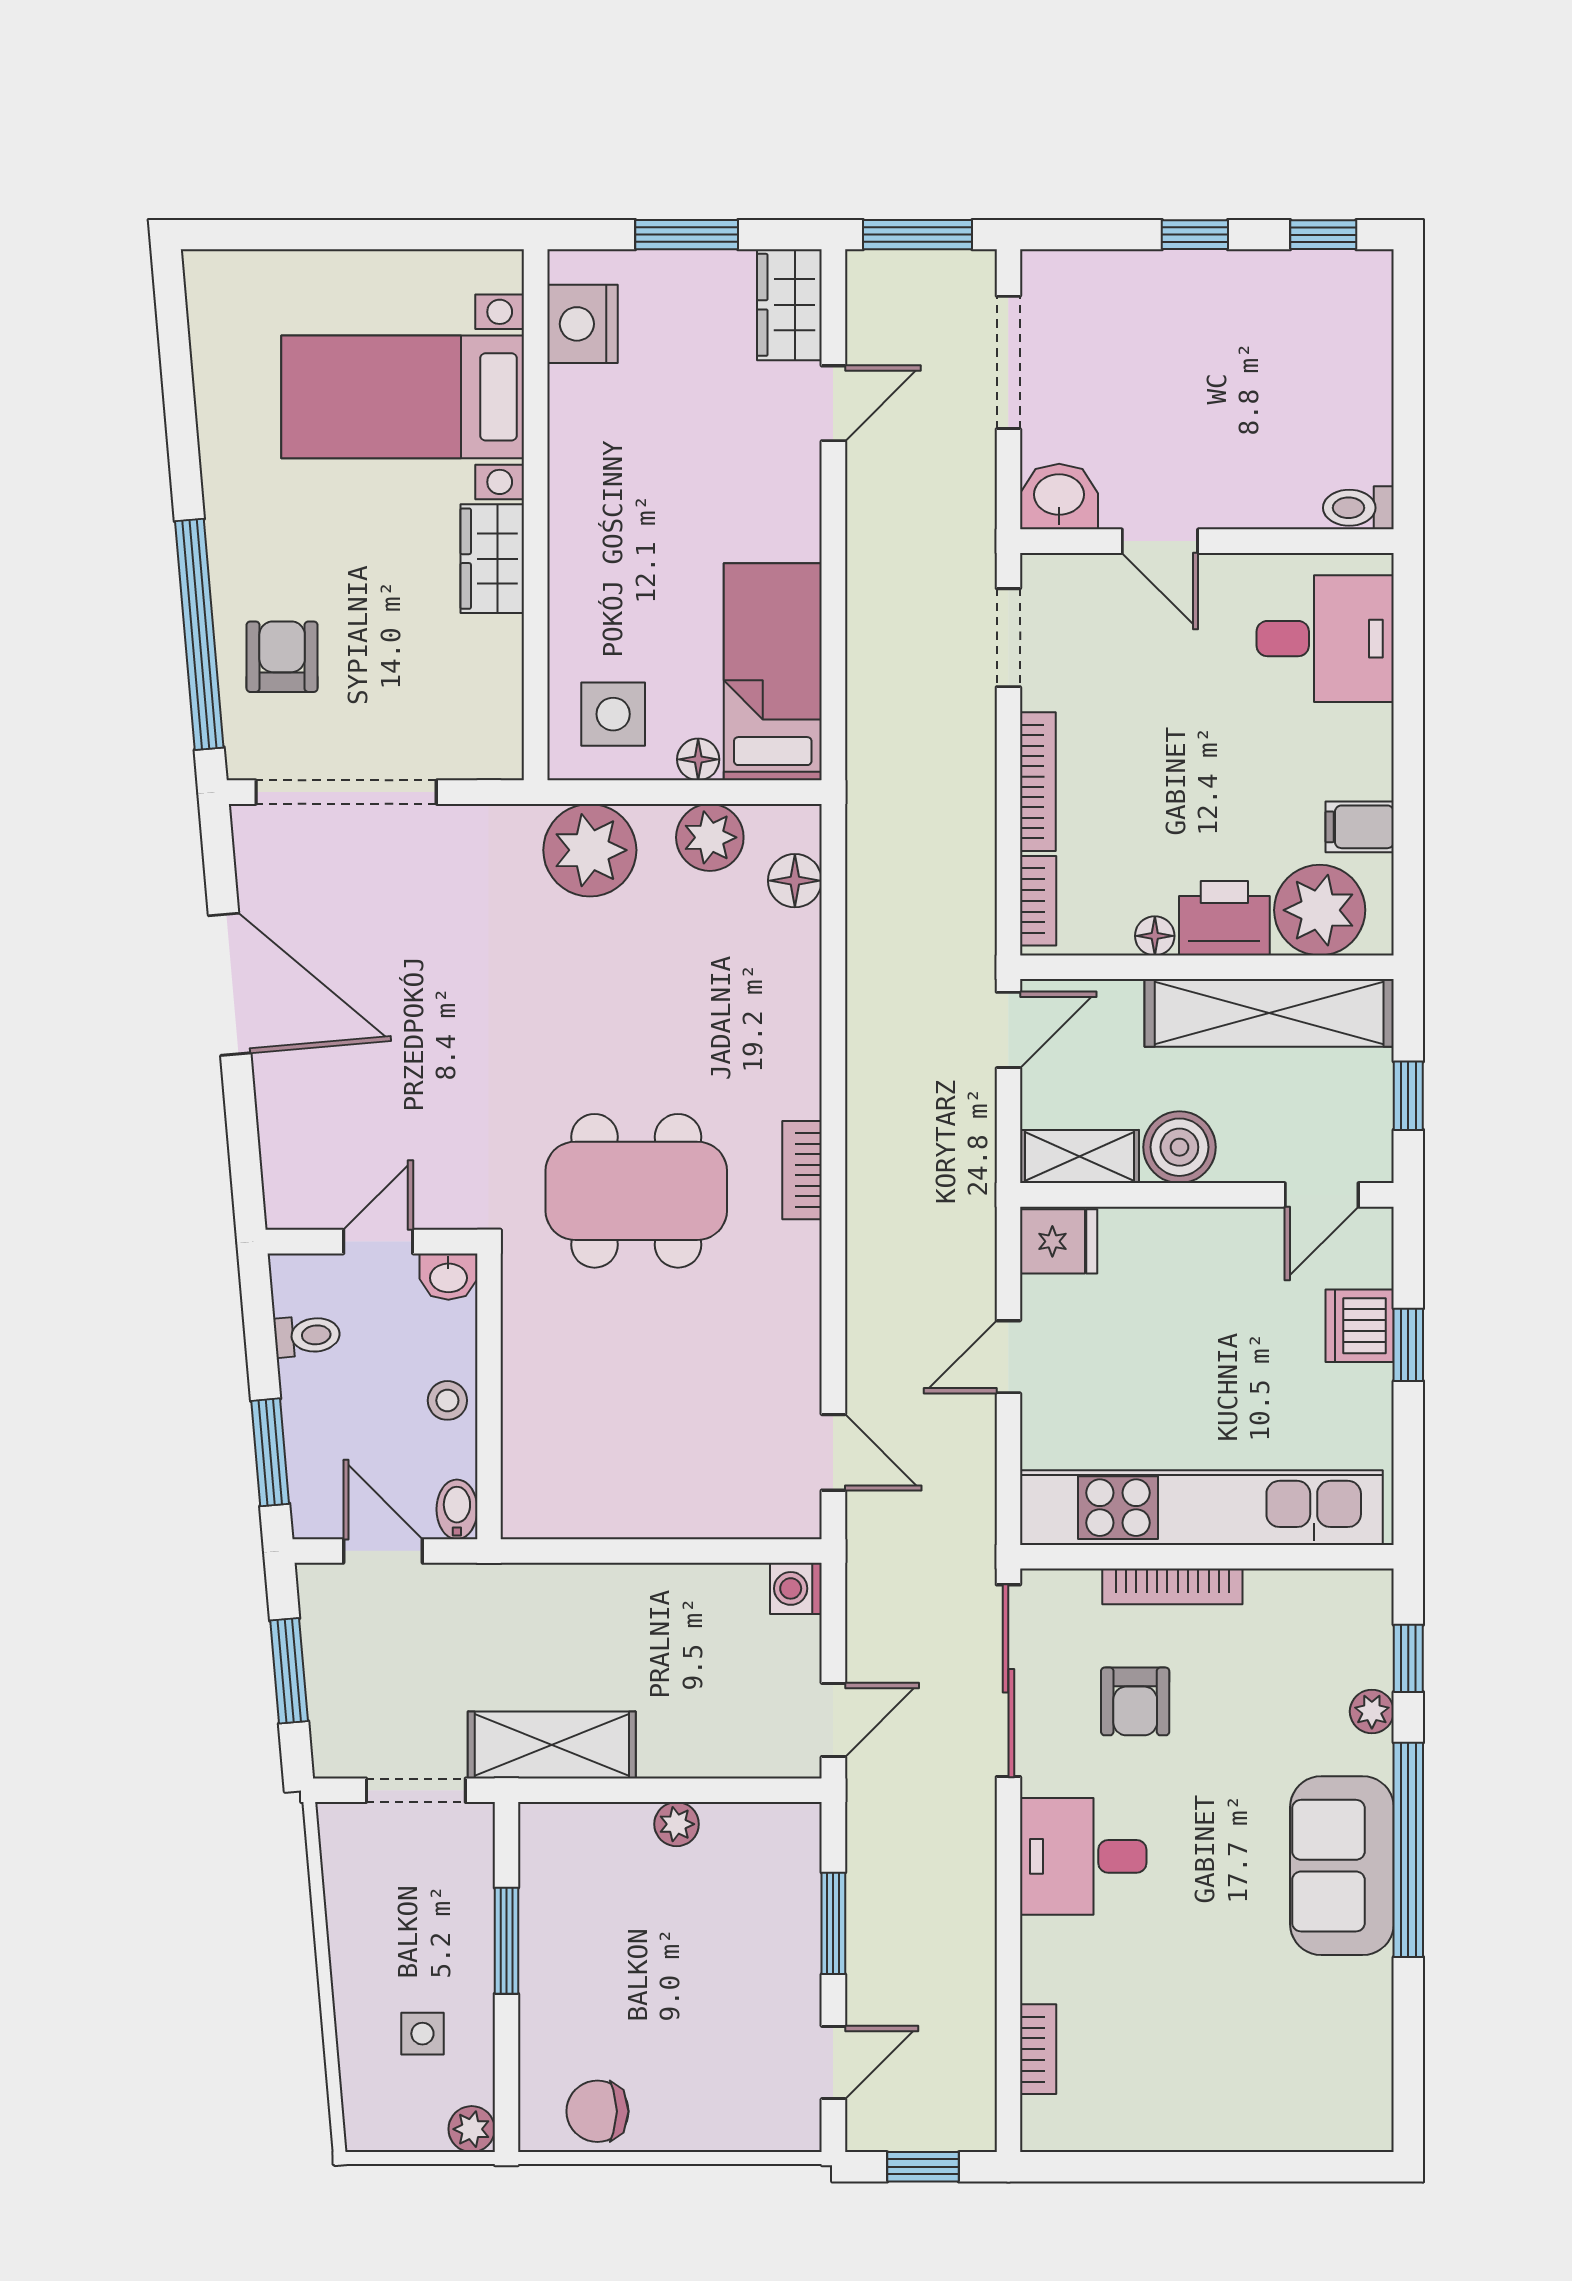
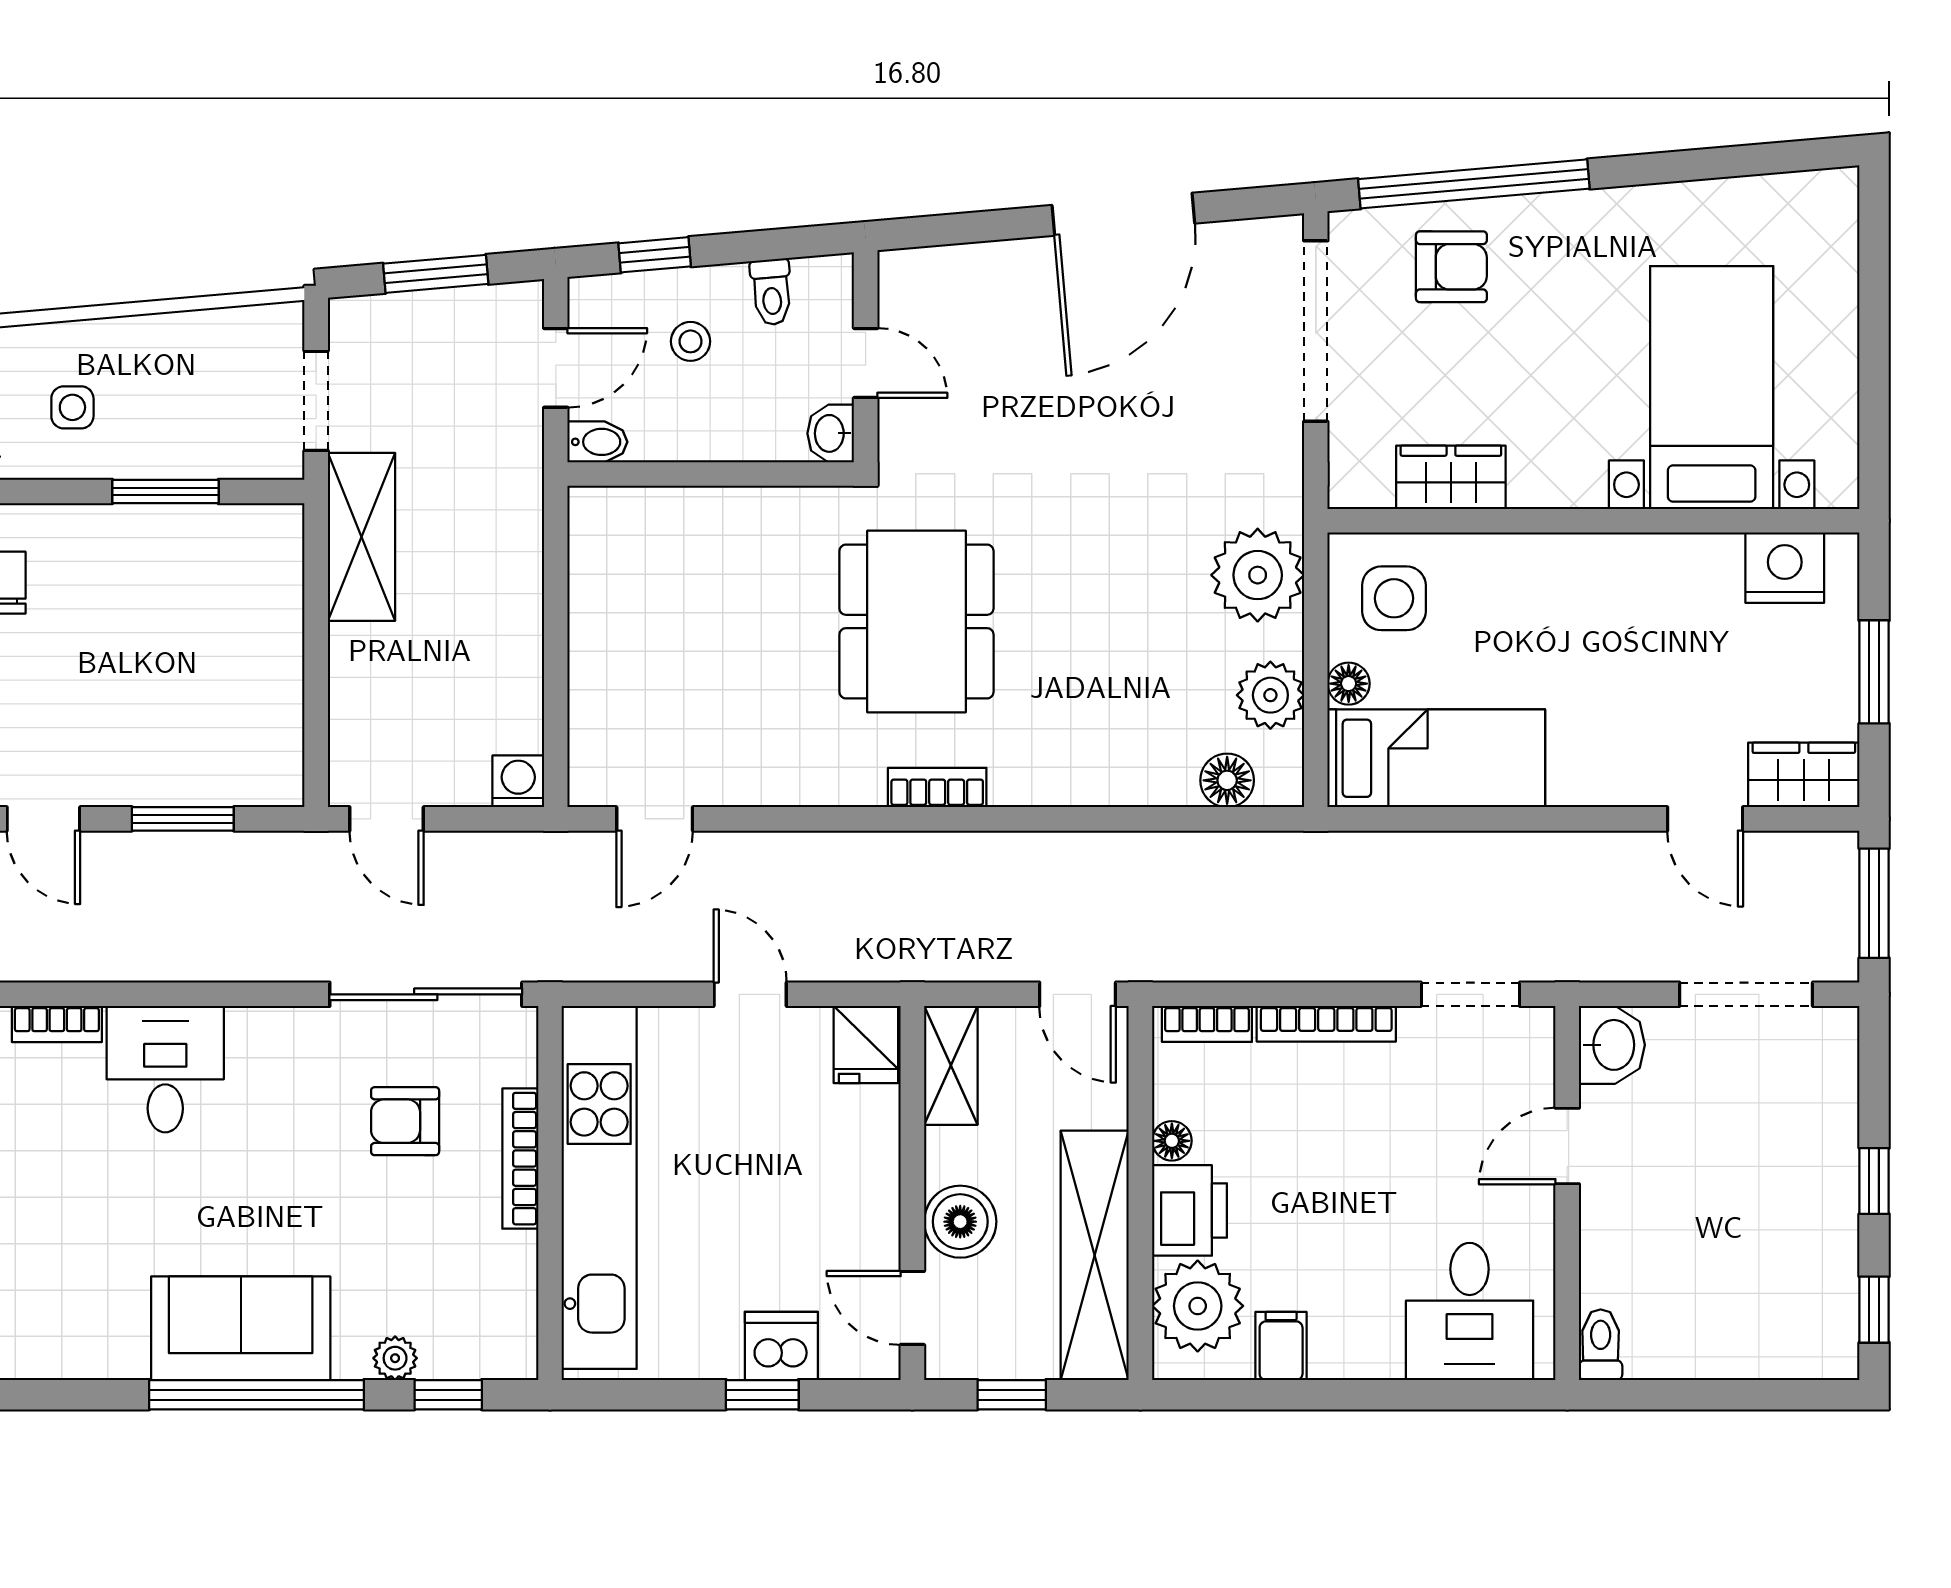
wardrobe: (492, 559) -> (1451, 477), moved
boiler: (1179, 1147) -> (960, 1222), moved
stool: (447, 1400) -> (691, 341), moved
window: (270, 1452) -> (655, 255), width x0.67
plant: (677, 1824) -> (282, 662), removed
desk: (1083, 1856) -> (165, 1069), moved

